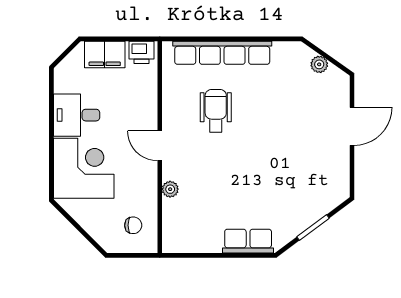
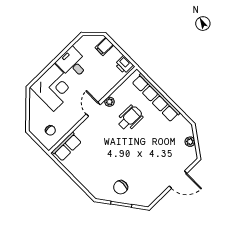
filing cabinet: (105, 54) -> (104, 46), width x0.50
plant: (170, 189) -> (109, 102), moved
chair: (291, 207) -> (121, 187), added
row of seats: (248, 241) -> (67, 147), moved, turned 90

